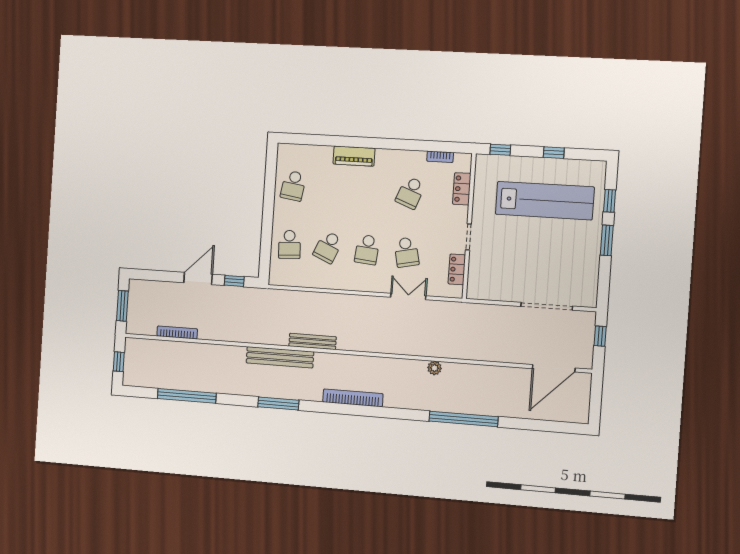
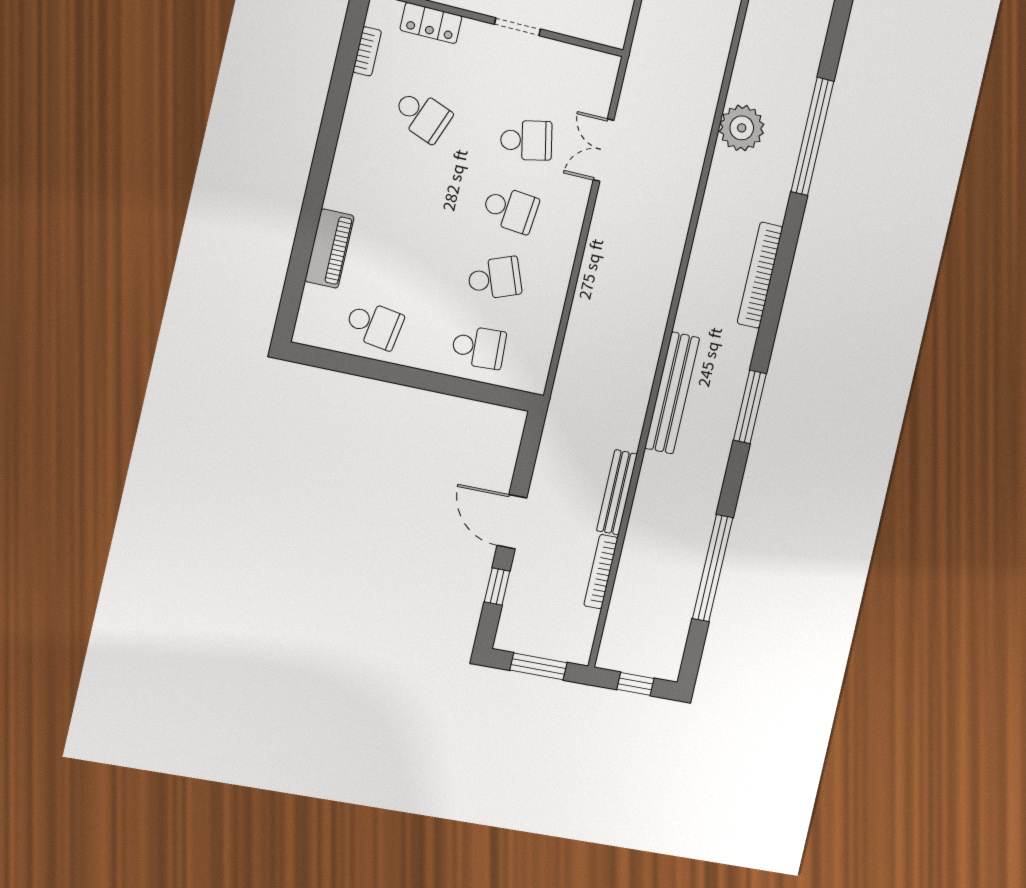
piano: (354, 156) -> (329, 249), moved
school desk: (328, 247) -> (495, 278), turned -45
locker: (457, 269) -> (571, 57), removed
window: (234, 281) -> (497, 587), moved
bench: (313, 341) -> (617, 492), moved
plant: (435, 368) -> (742, 128), width x1.88, depth x1.88
window: (463, 419) -> (812, 136), moved

